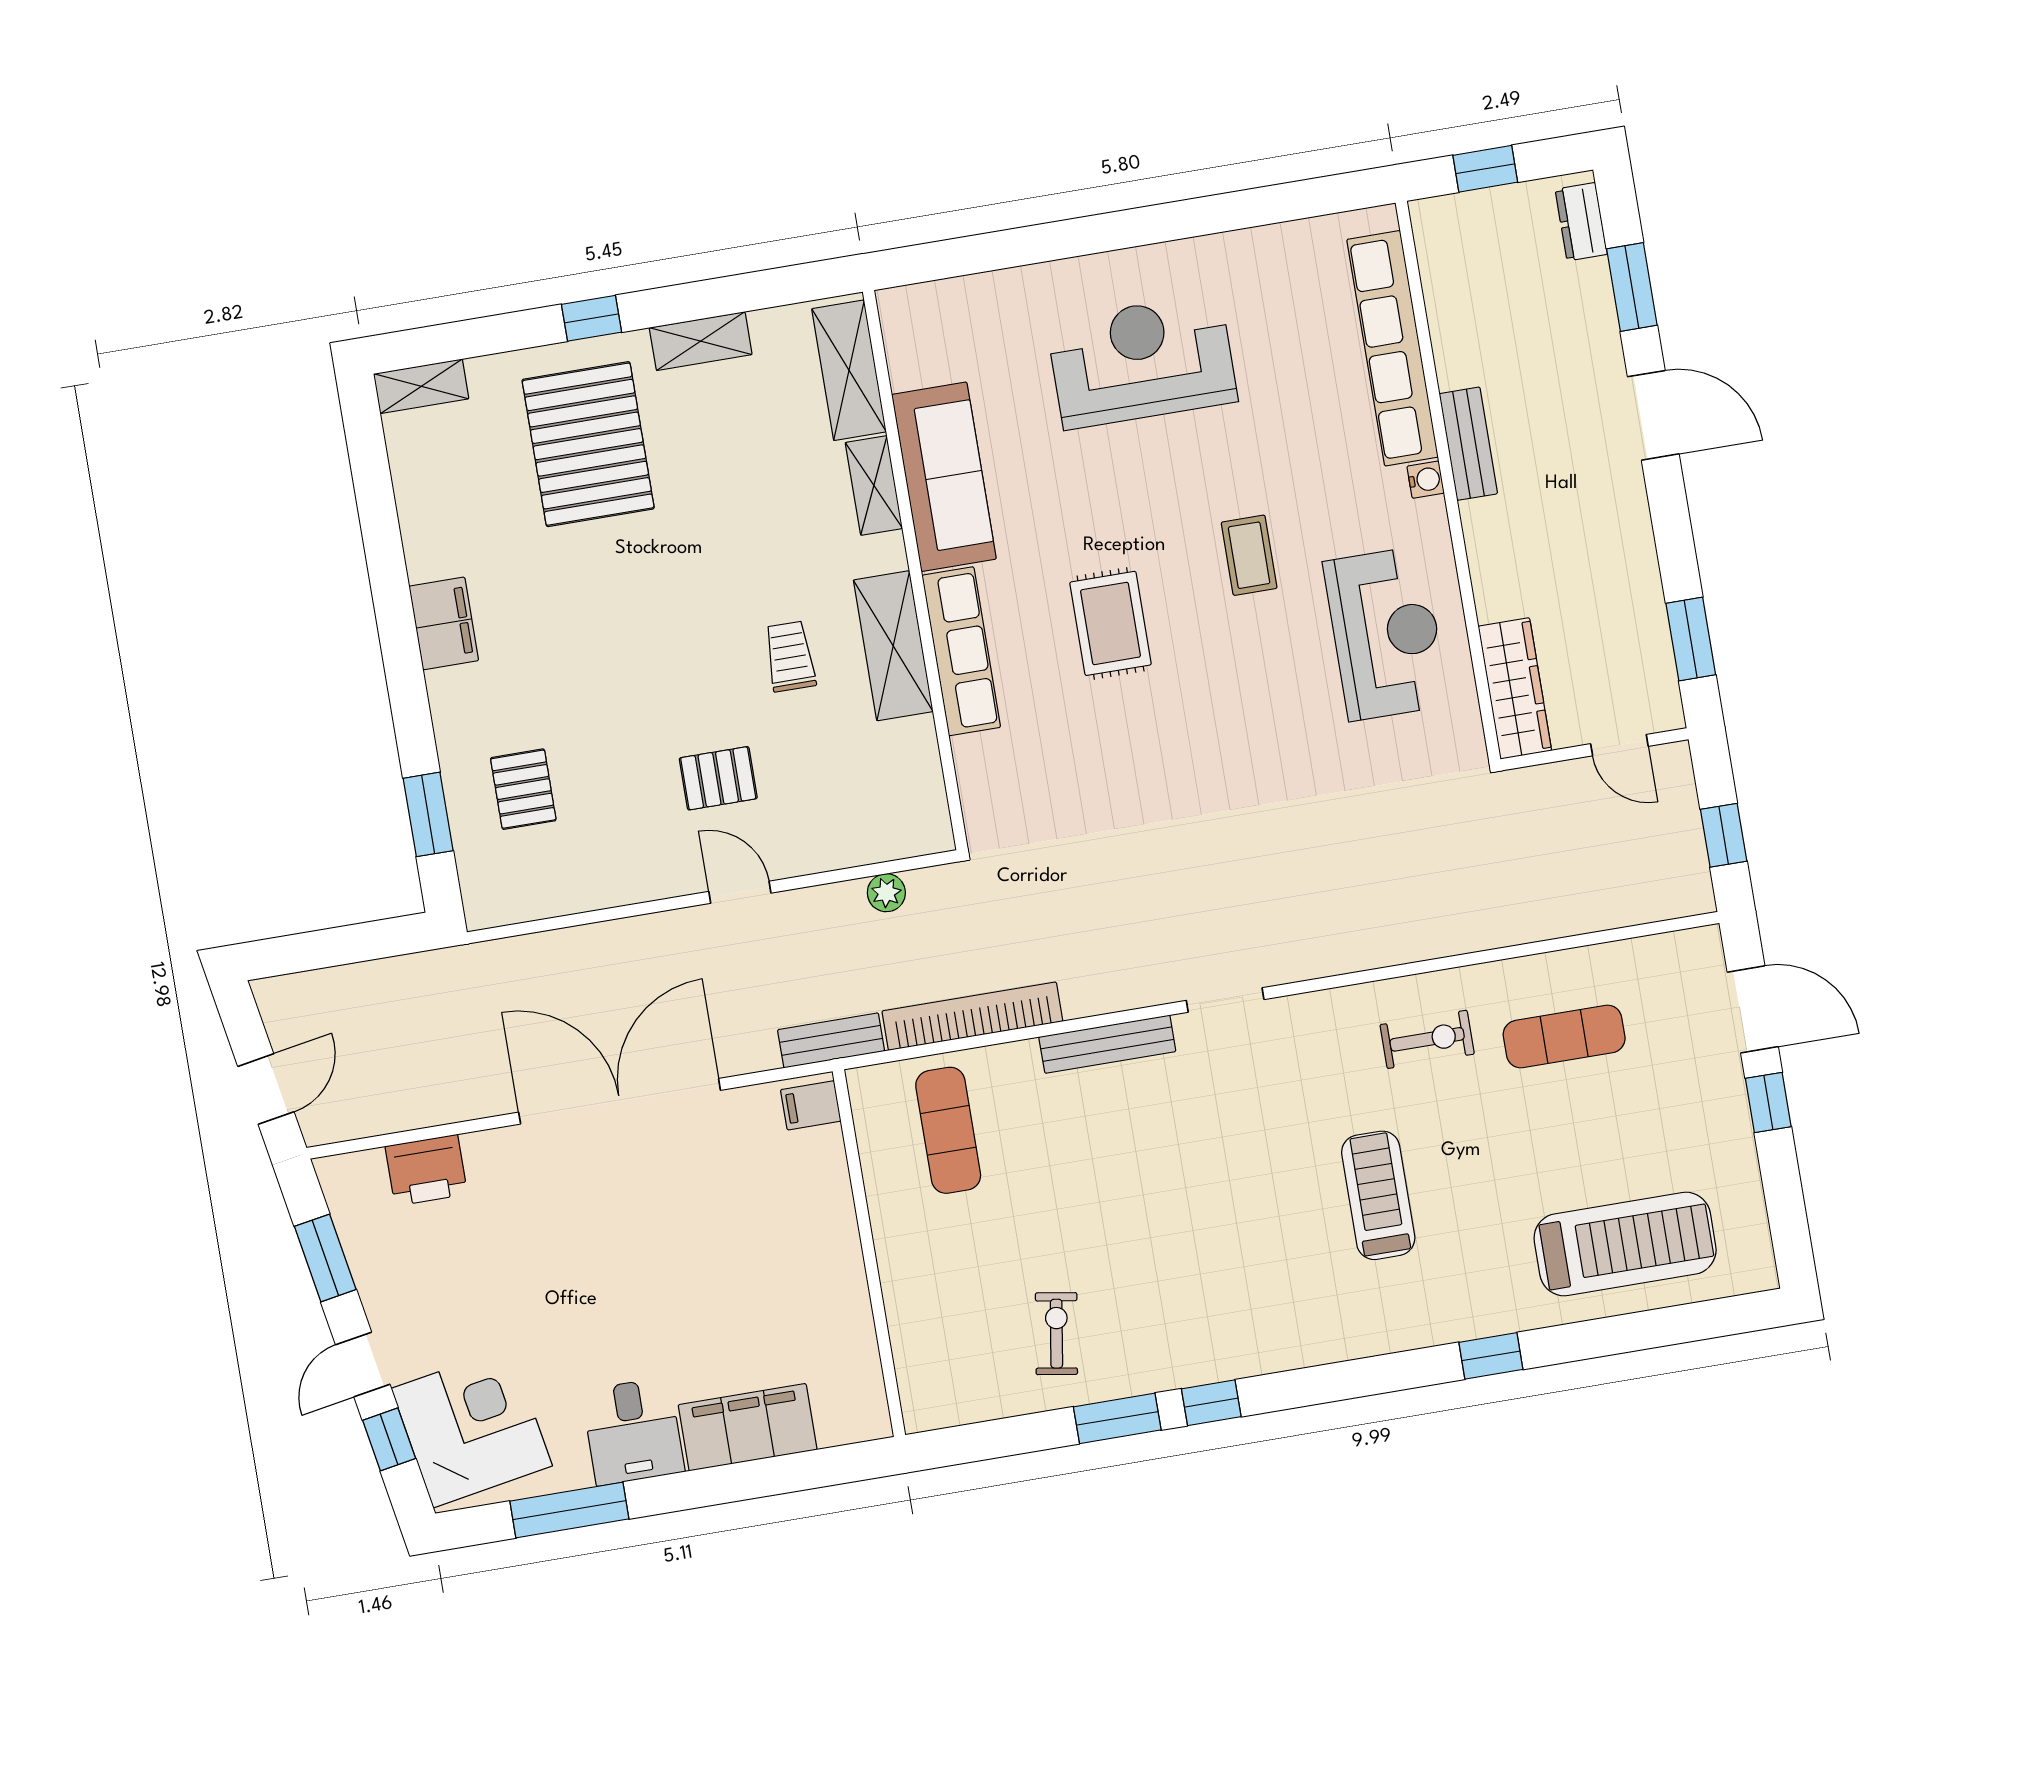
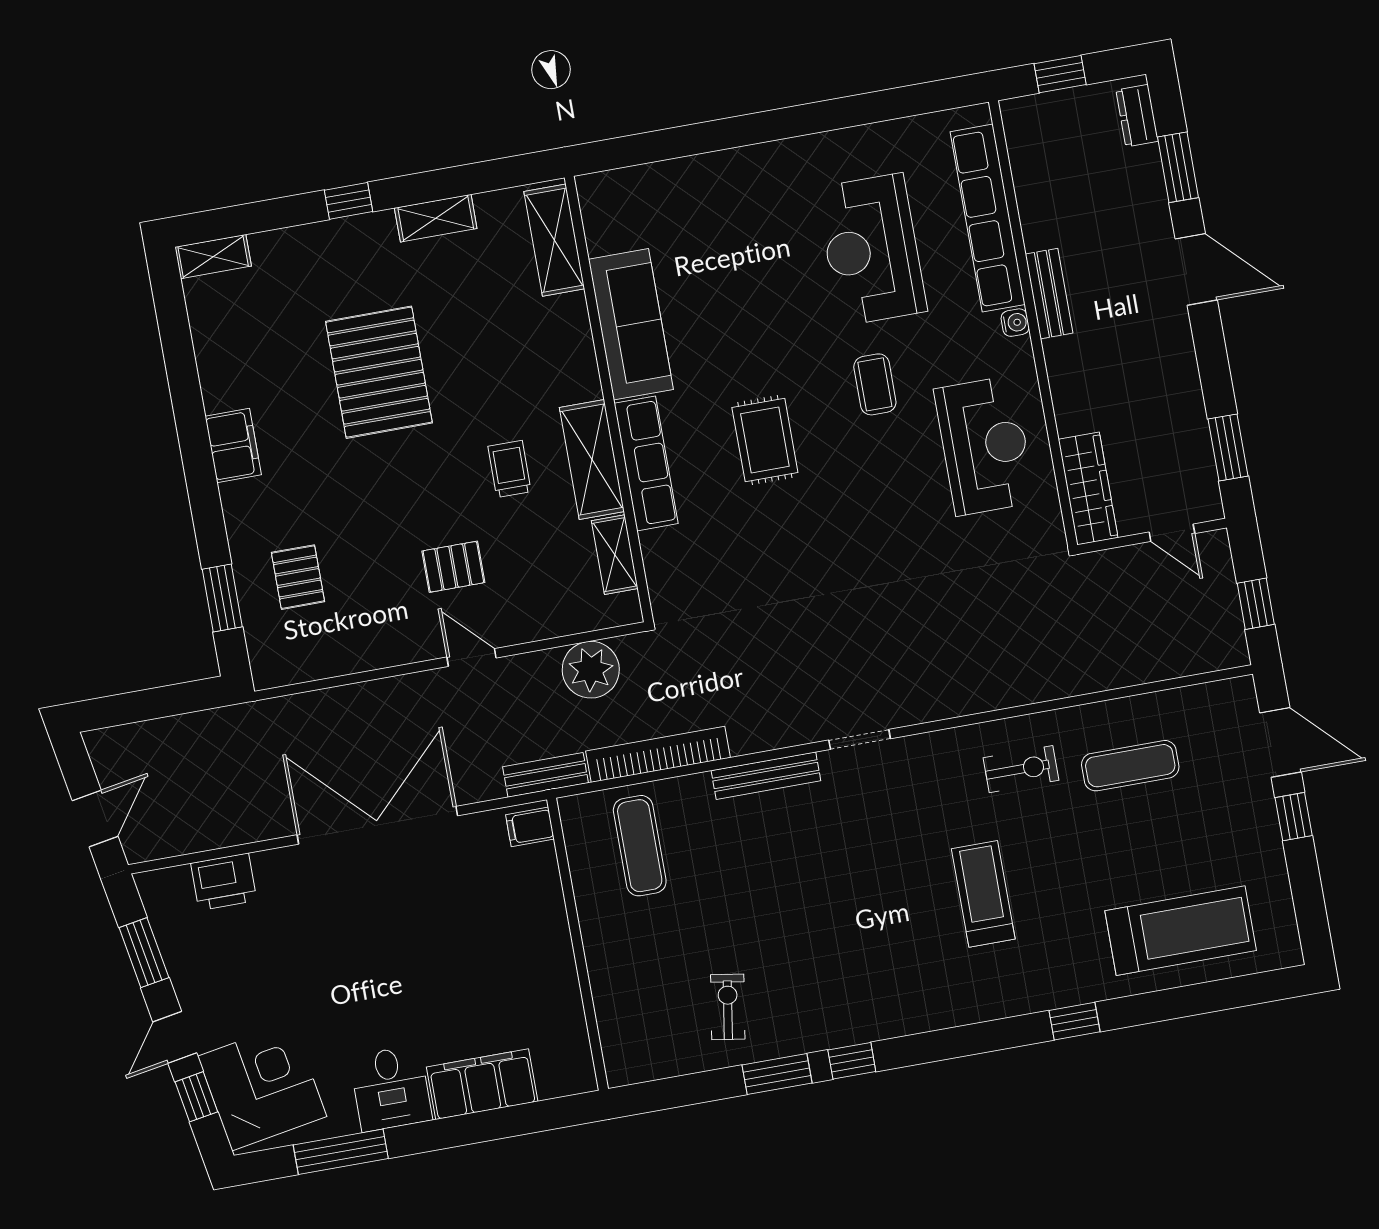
reception desk: (1142, 361) -> (871, 250), moved, turned -90
pallet: (588, 444) -> (379, 372), moved
shelving: (874, 485) -> (615, 555), moved
plant: (886, 893) -> (591, 670), width x1.88, depth x1.88

